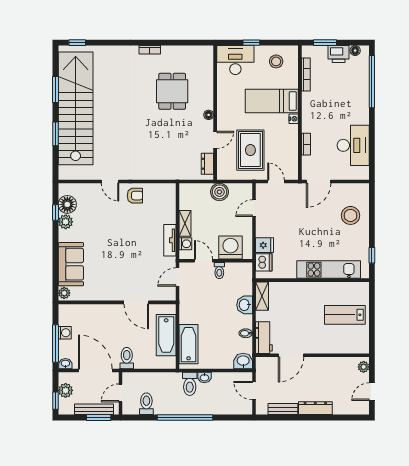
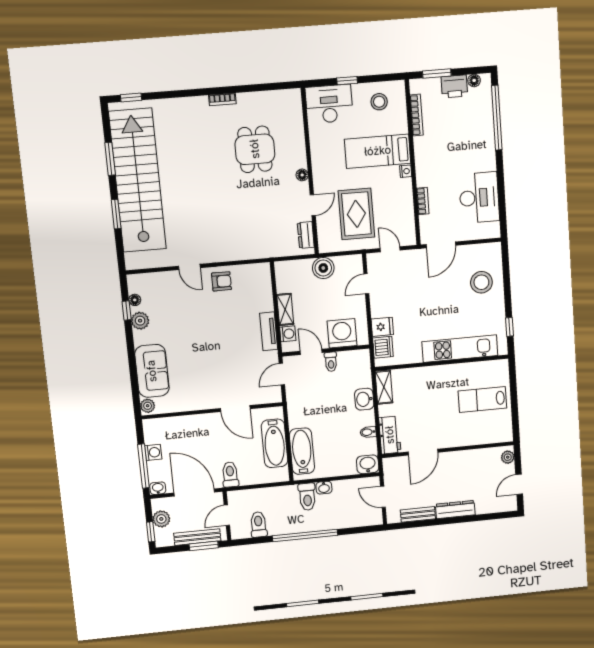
floor lamp: (67, 204) -> (135, 300), width x0.53, depth x0.53

